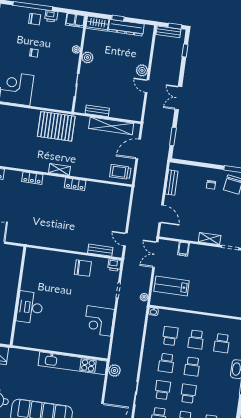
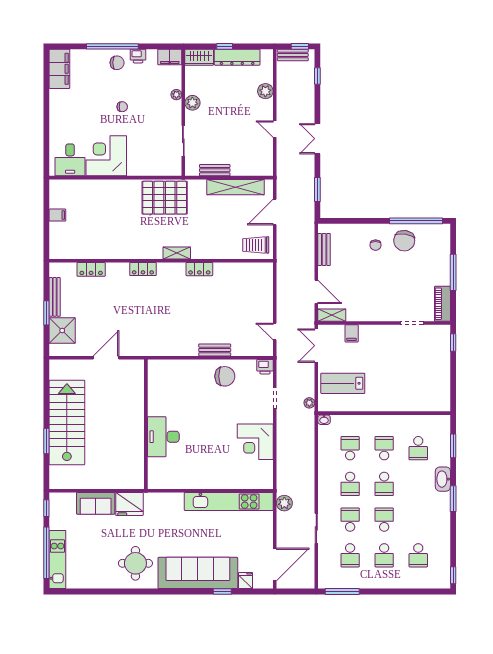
plant: (142, 70) -> (265, 91), moved
shelving: (210, 239) -> (332, 315), moved
bench: (100, 250) -> (215, 350), moved
school desk: (196, 340) -> (384, 448), turned 180

